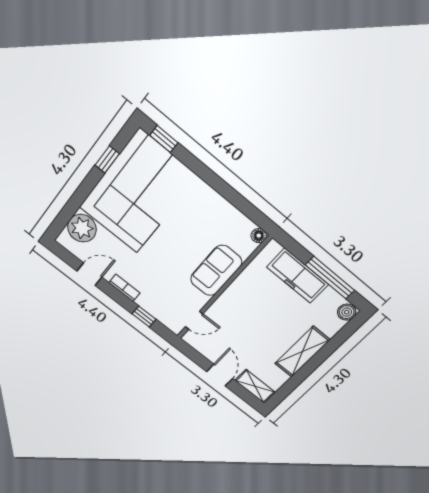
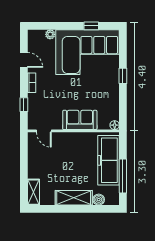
window: (164, 139) -> (123, 76), moved
plant: (82, 228) -> (50, 34), width x0.53, depth x0.53
freezer: (298, 276) -> (108, 160), width x1.36, depth x1.26
boiler: (347, 312) -> (99, 200), moved
door: (220, 375) -> (24, 169), removed

